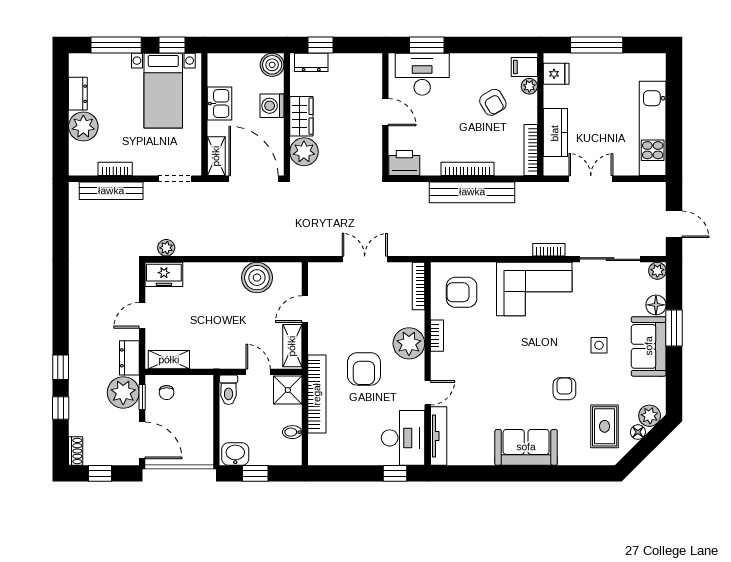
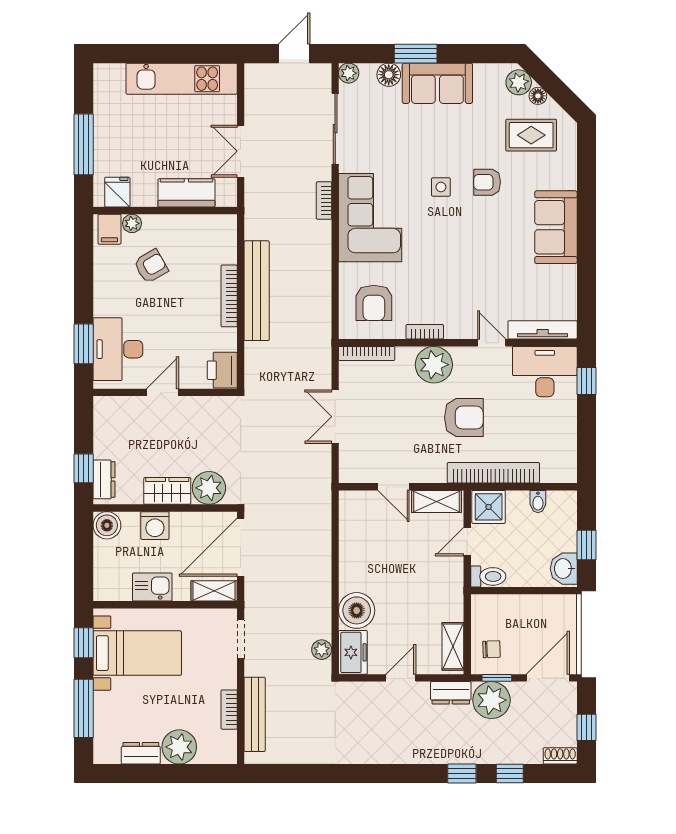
bookcase: (531, 150) -> (207, 222), removed
boiler: (257, 278) -> (357, 610), moved
door: (142, 315) -> (401, 678), swing flipped
side table: (599, 345) -> (441, 187), moved

